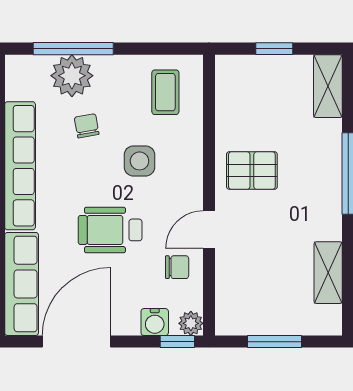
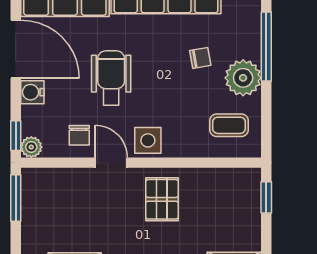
window: (274, 49) -> (266, 197), moved
plant: (72, 76) -> (243, 78), moved
side table: (139, 161) -> (148, 140), moved
water cooler: (155, 322) -> (32, 92), moved
window: (274, 342) -> (16, 198), moved

